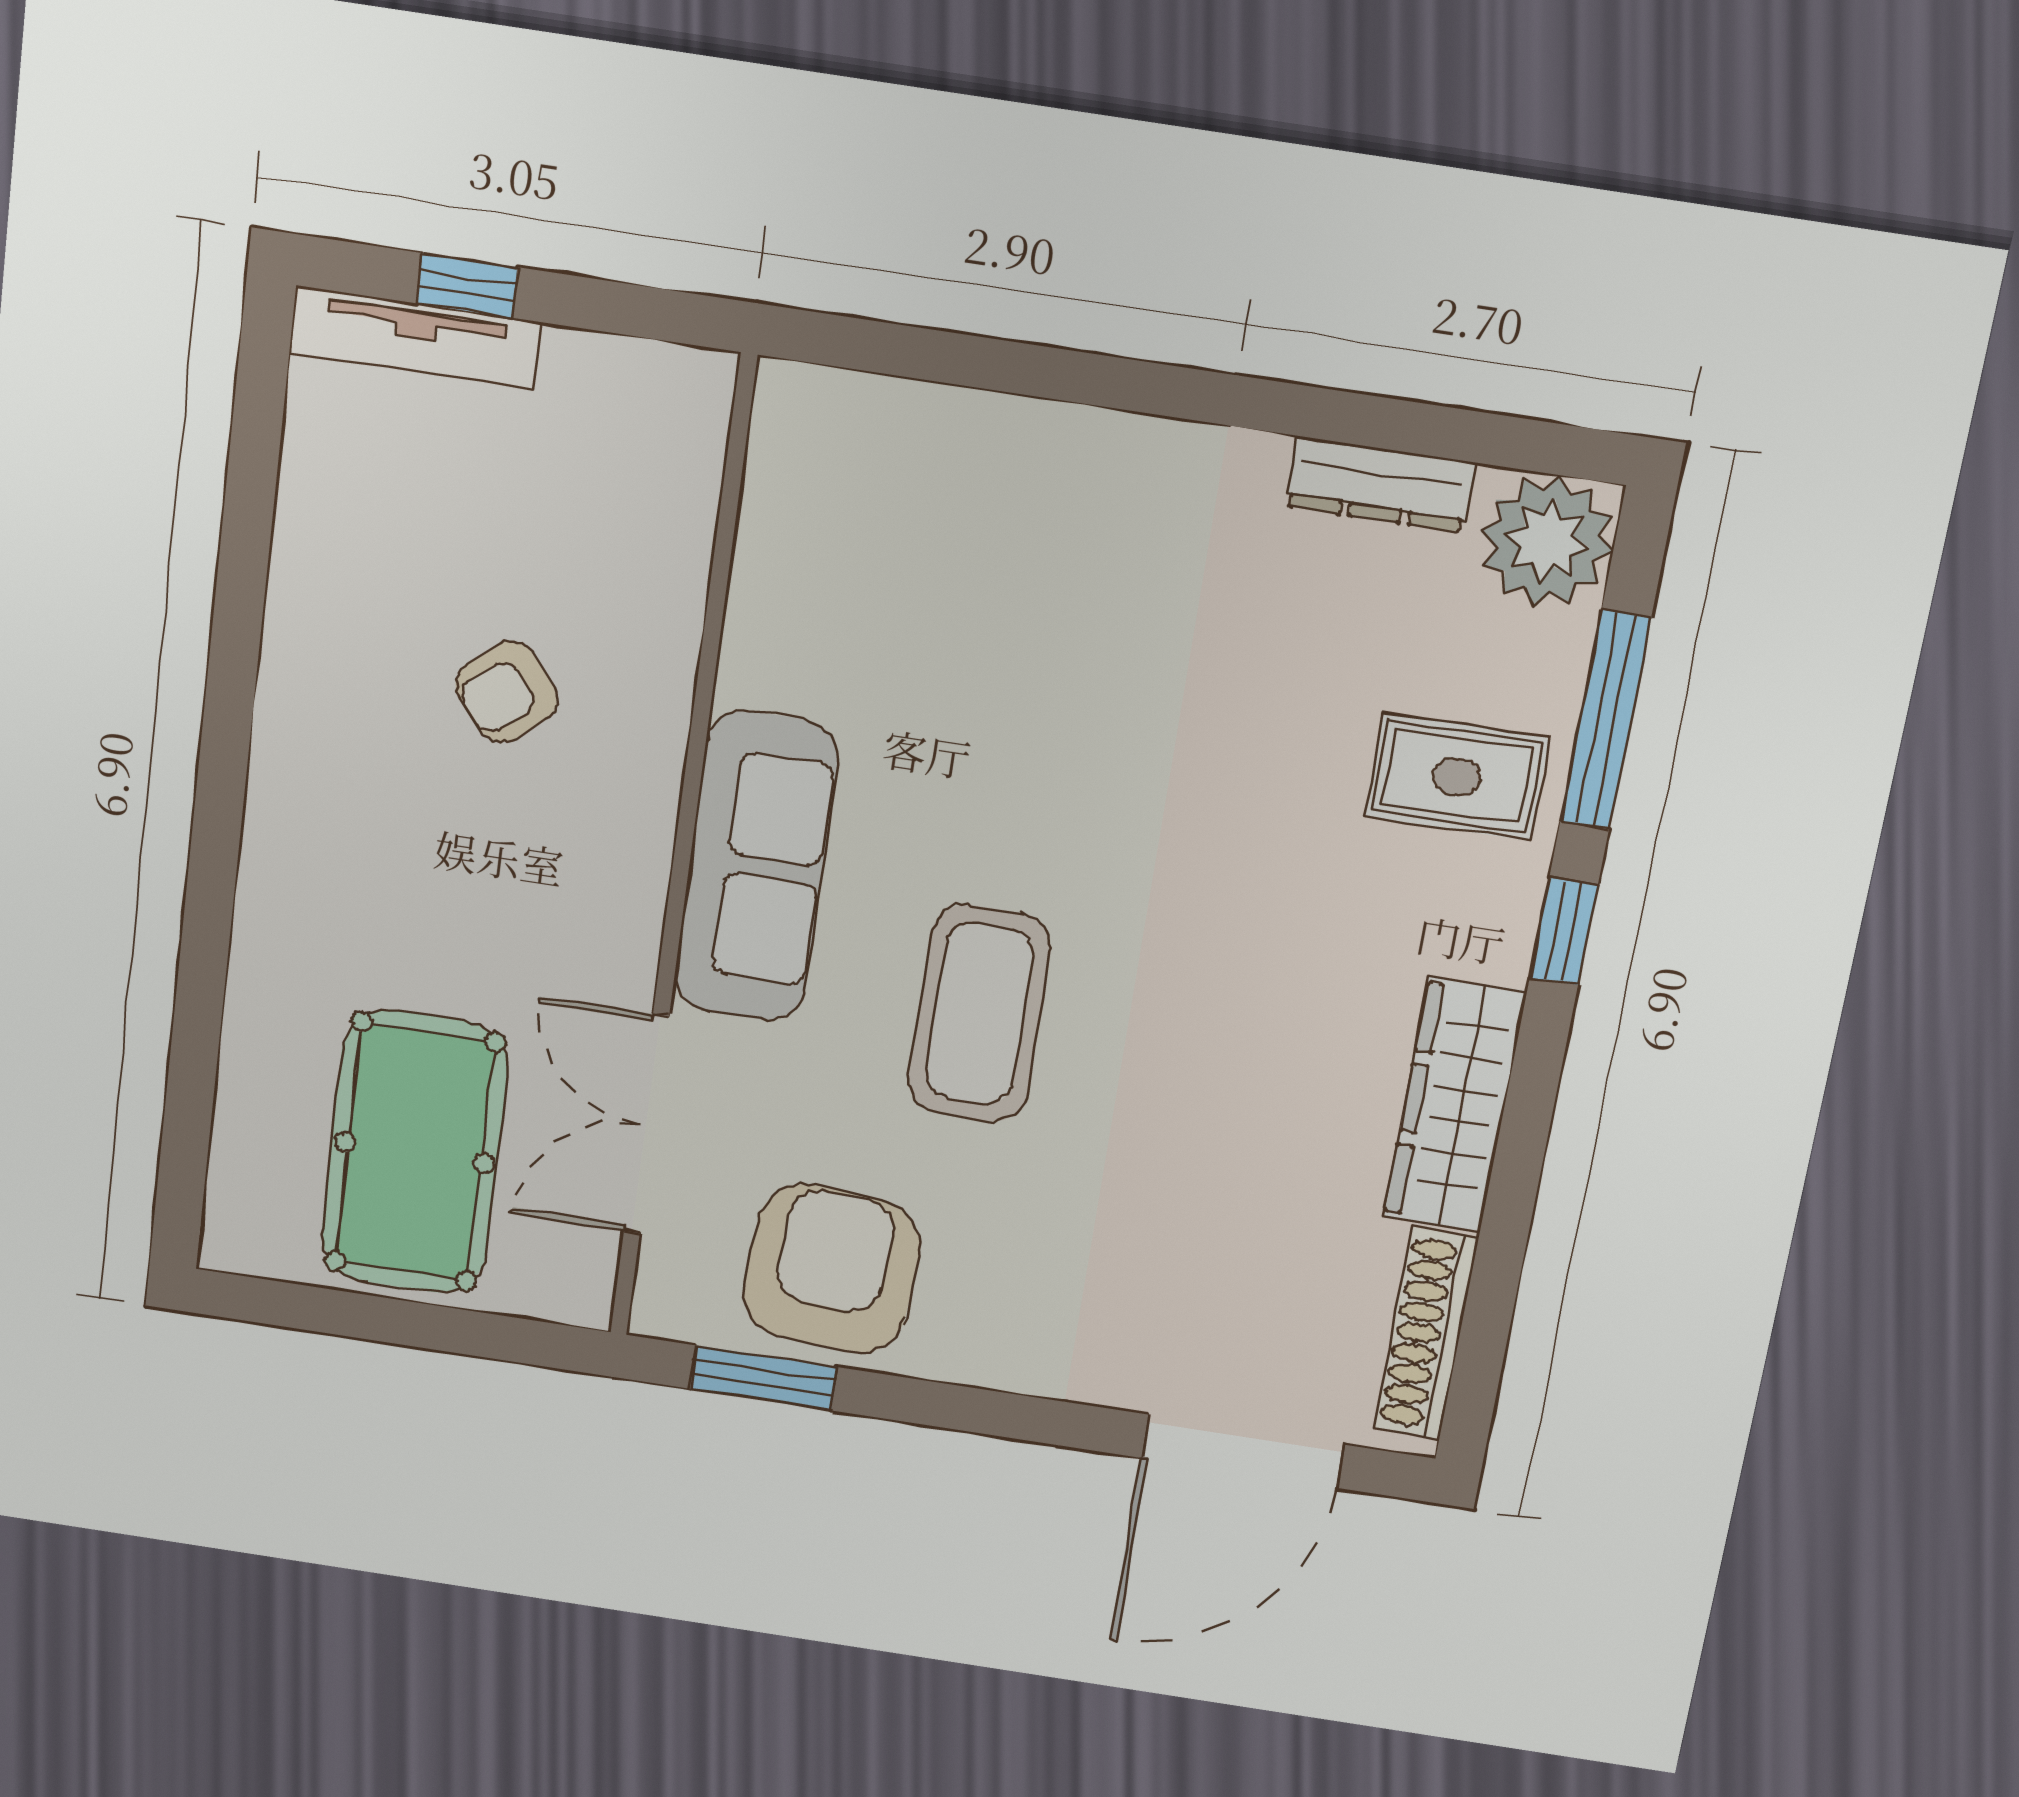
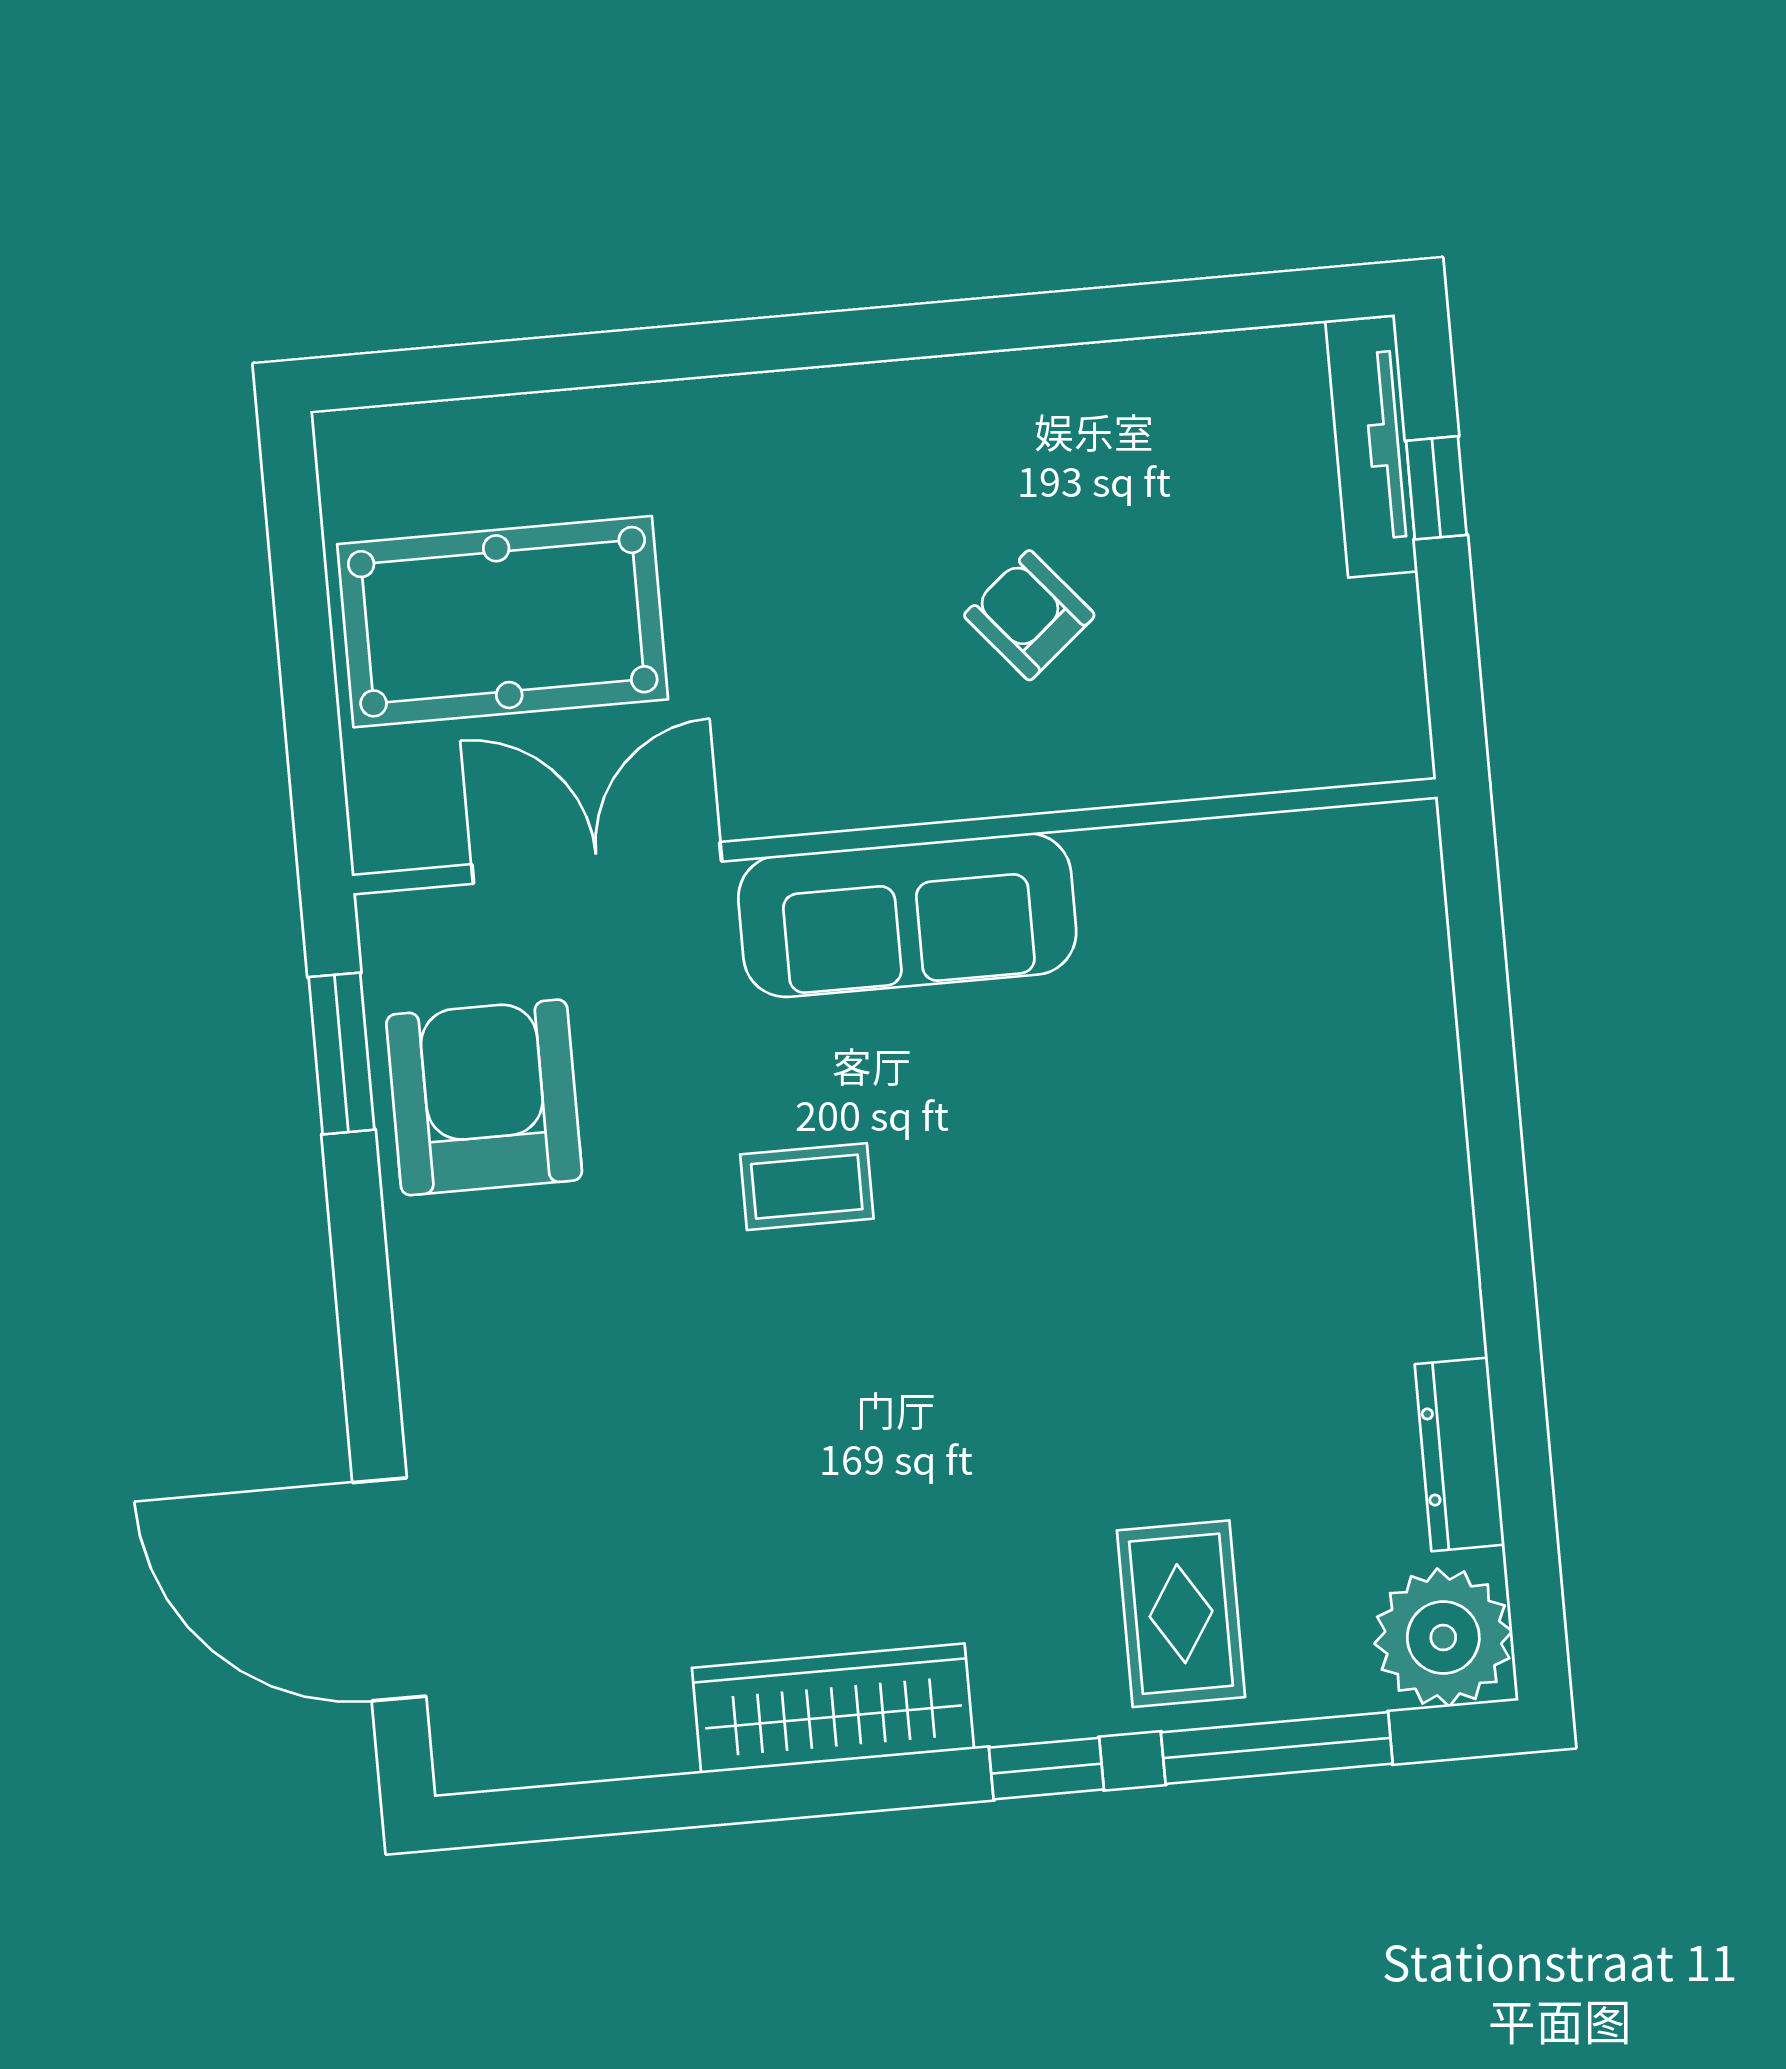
coffee table: (979, 1014) -> (807, 1187), width x0.54, depth x0.58
armchair: (832, 1269) -> (484, 1097), turned -94
shoe rack: (1426, 1334) -> (573, 1748), removed

